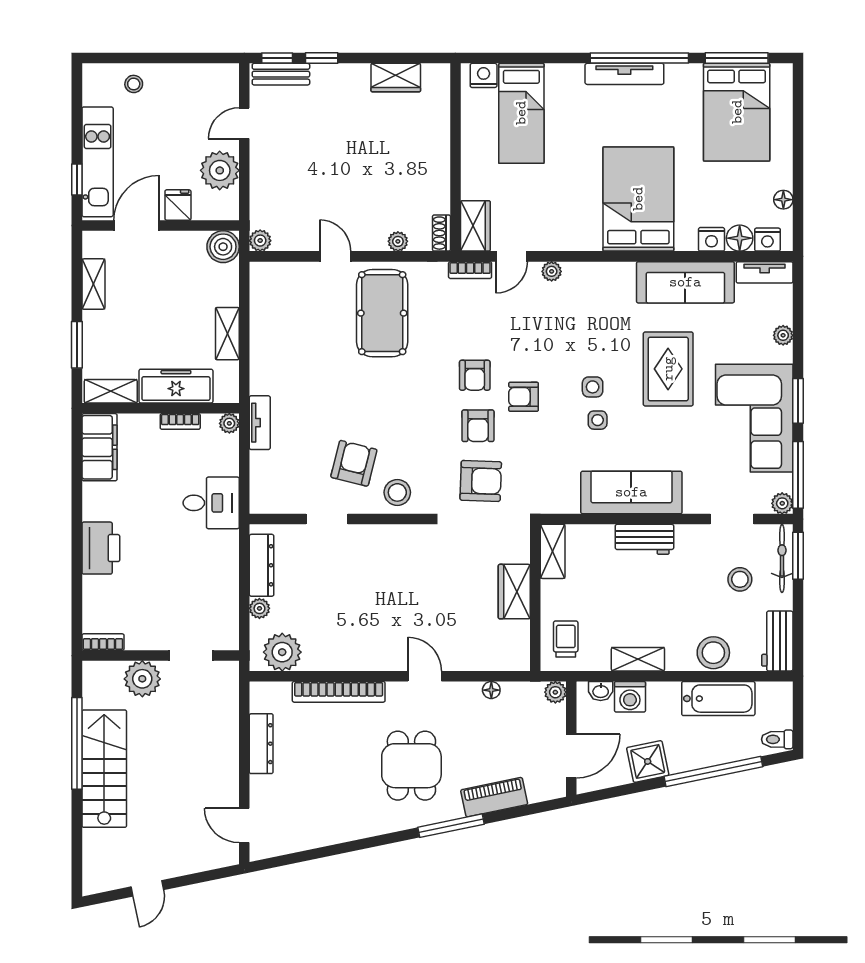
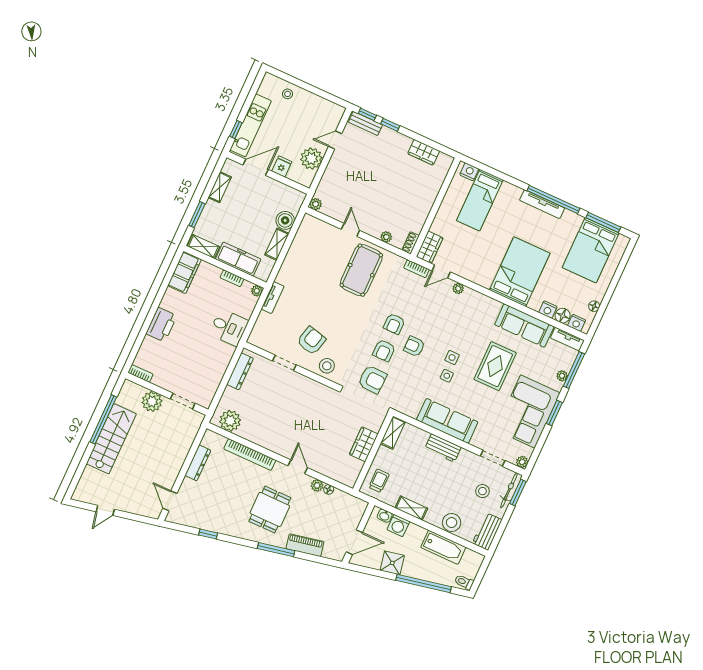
boiler: (223, 247) -> (285, 220), moved
window: (798, 475) -> (574, 370), moved
plant: (259, 608) -> (229, 393), removed
plant: (555, 692) -> (317, 485), moved
window: (330, 851) -> (208, 534), added

